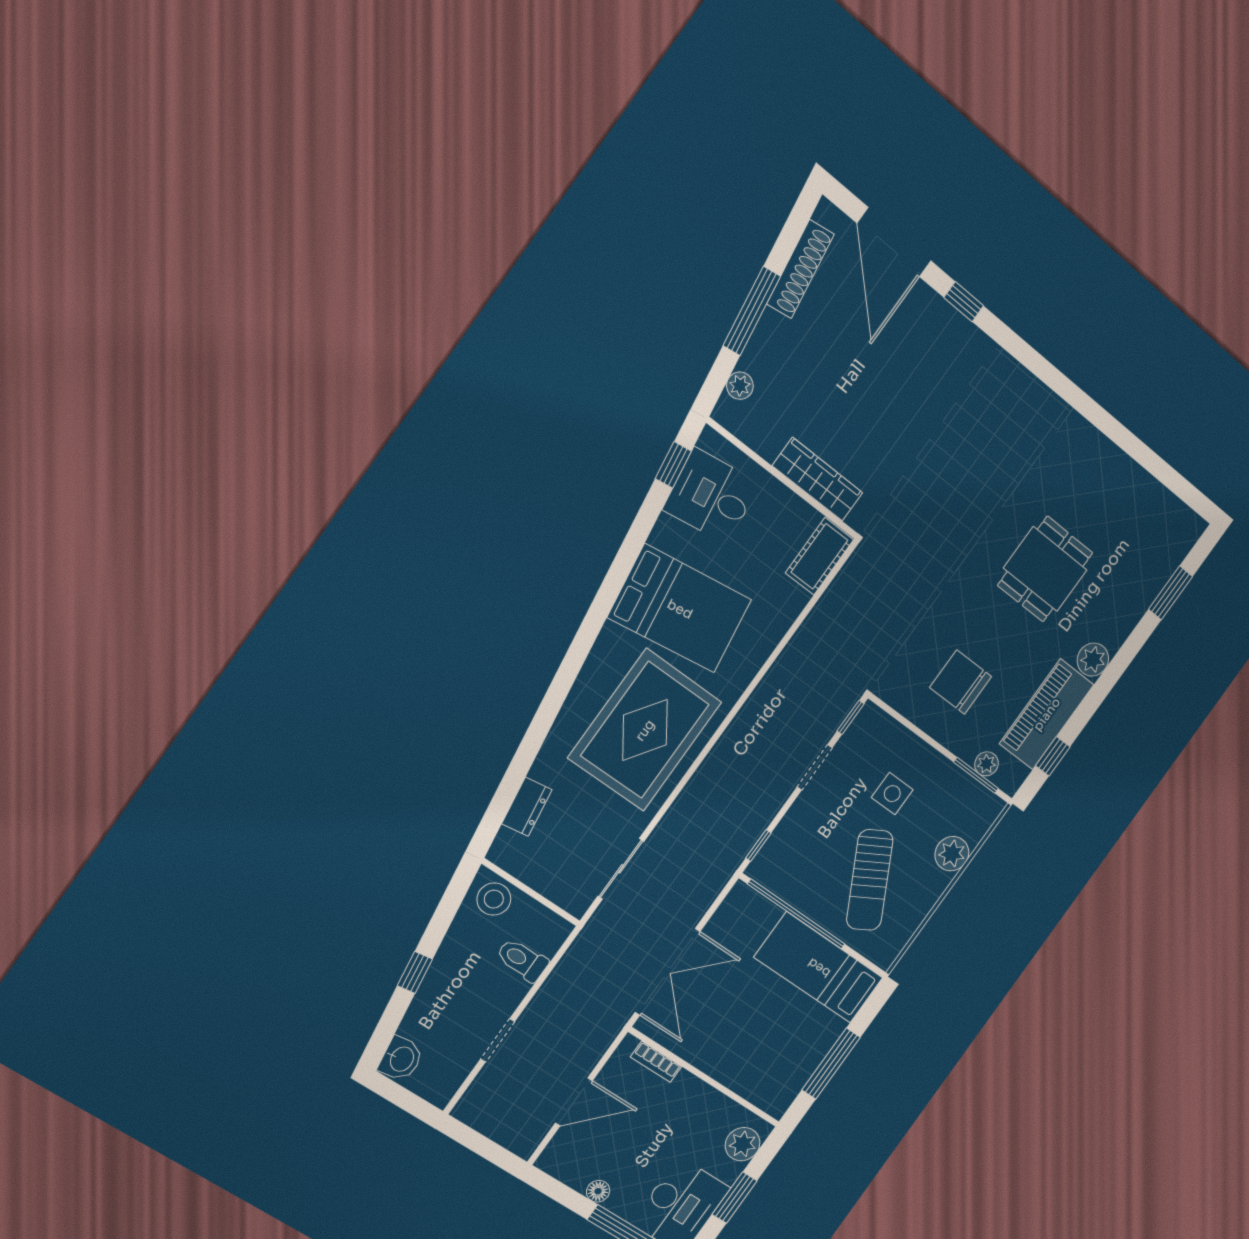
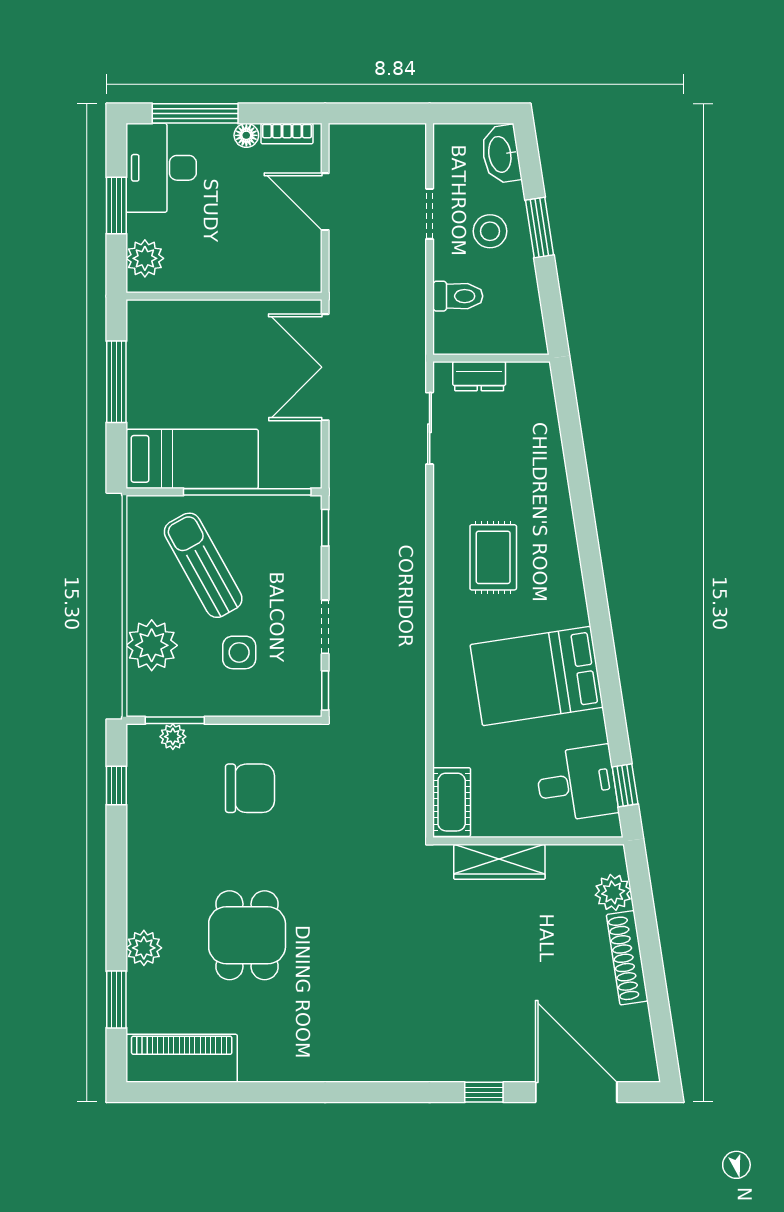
shoe rack: (800, 269) -> (627, 958), moved
window: (752, 311) -> (650, 951), removed
plant: (740, 386) -> (613, 892), width x1.38, depth x1.38
plant: (1093, 660) -> (144, 948), moved
piano: (1047, 714) -> (182, 1058), moved, turned -90
rug: (645, 730) -> (493, 557), width x0.54, depth x0.49
dresser: (527, 807) -> (479, 376), moved, turned -81
plant: (952, 854) -> (152, 645), width x1.36, depth x1.36
stool: (494, 899) -> (490, 231), moved
window: (415, 972) -> (539, 228), width x1.50
washbasin: (401, 1059) -> (501, 154), width x1.38
bookcase: (656, 1062) -> (287, 134), moved, turned 180
door: (574, 1102) -> (325, 202), hinge flipped

